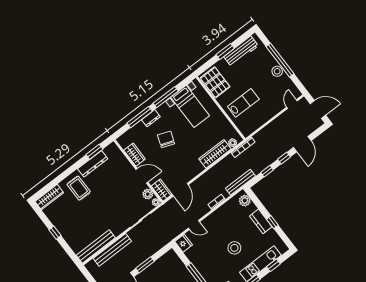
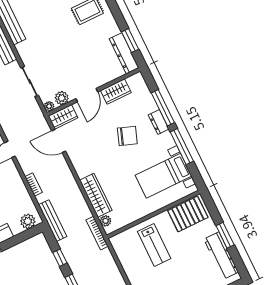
dresser: (93, 164) -> (124, 53), moved

